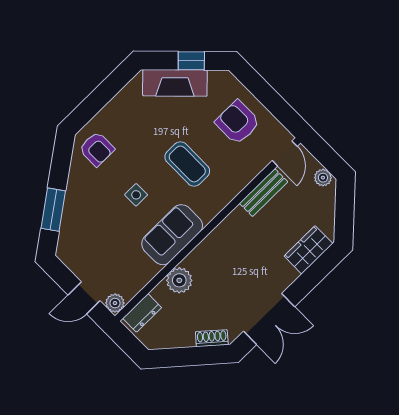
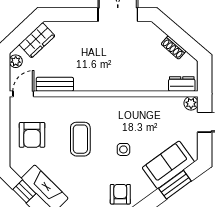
sofa: (172, 235) -> (168, 165), moved, turned 144
wardrobe: (308, 250) -> (37, 40), moved, turned -43
plant: (179, 280) -> (145, 82), removed
shoe rack: (212, 338) -> (174, 48), moved

